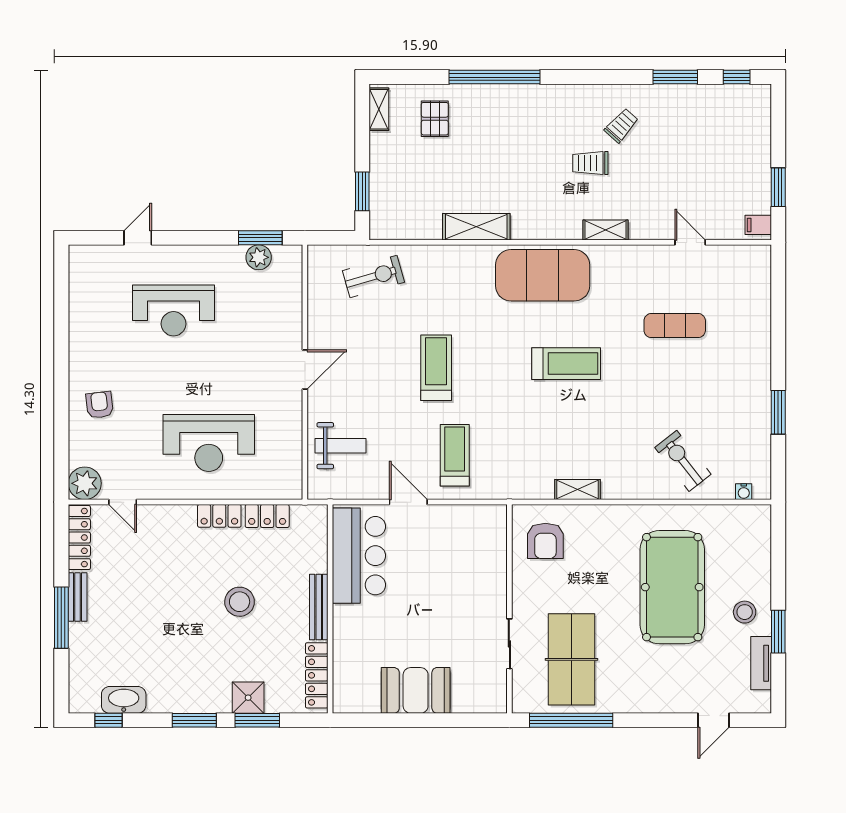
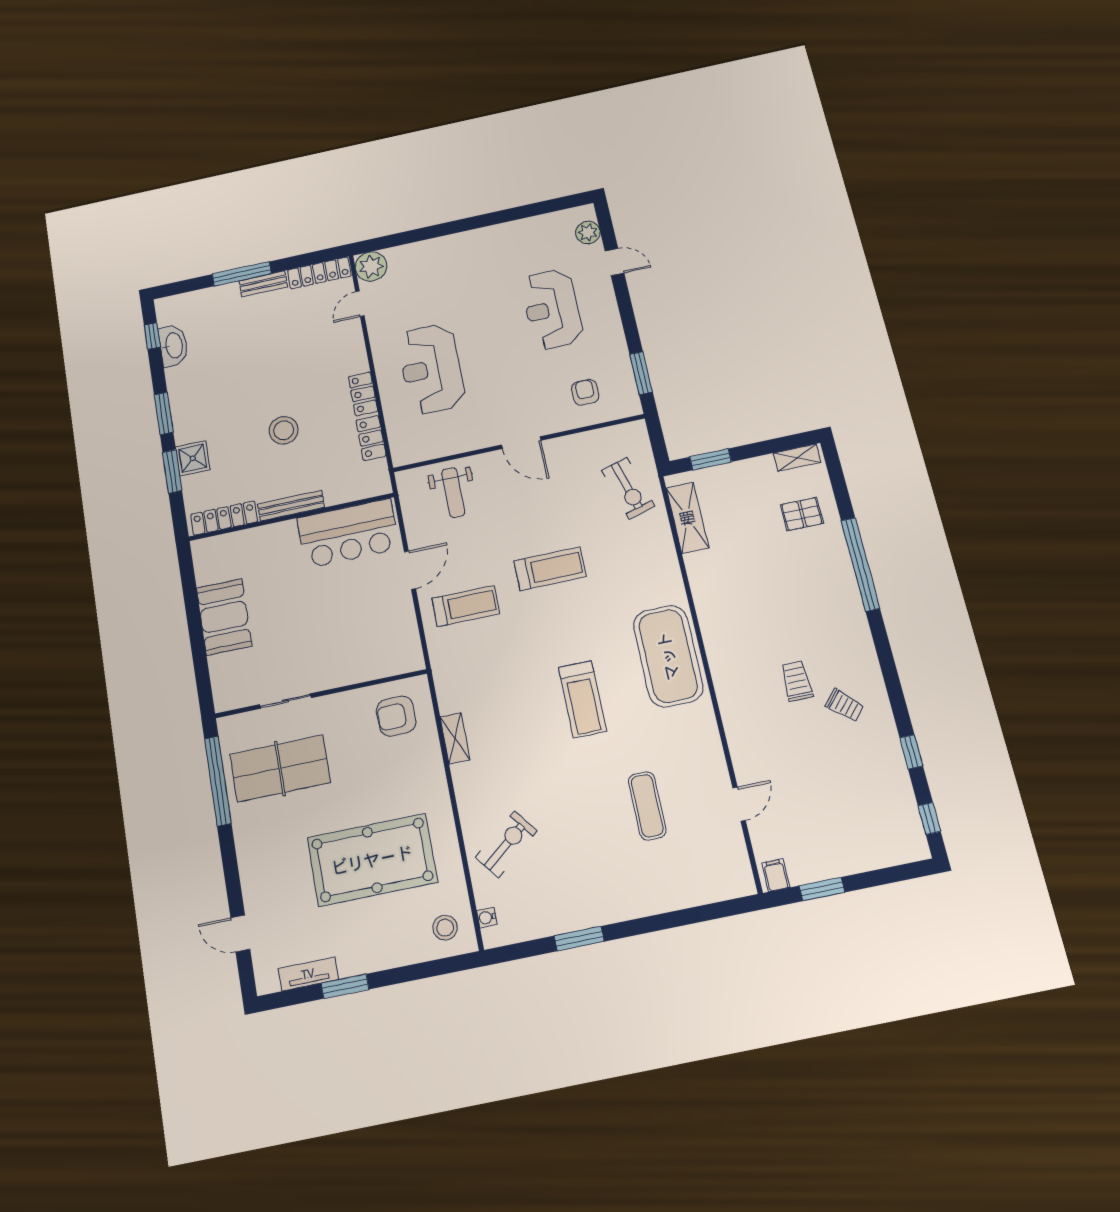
window: (675, 77) -> (911, 752), width x0.67
shelving: (476, 227) -> (687, 518), moved
shelving: (606, 230) -> (731, 711), removed
plant: (259, 257) -> (588, 232), moved
armchair: (100, 405) -> (585, 392), moved, turned -83
stool: (745, 612) -> (445, 928), moved

